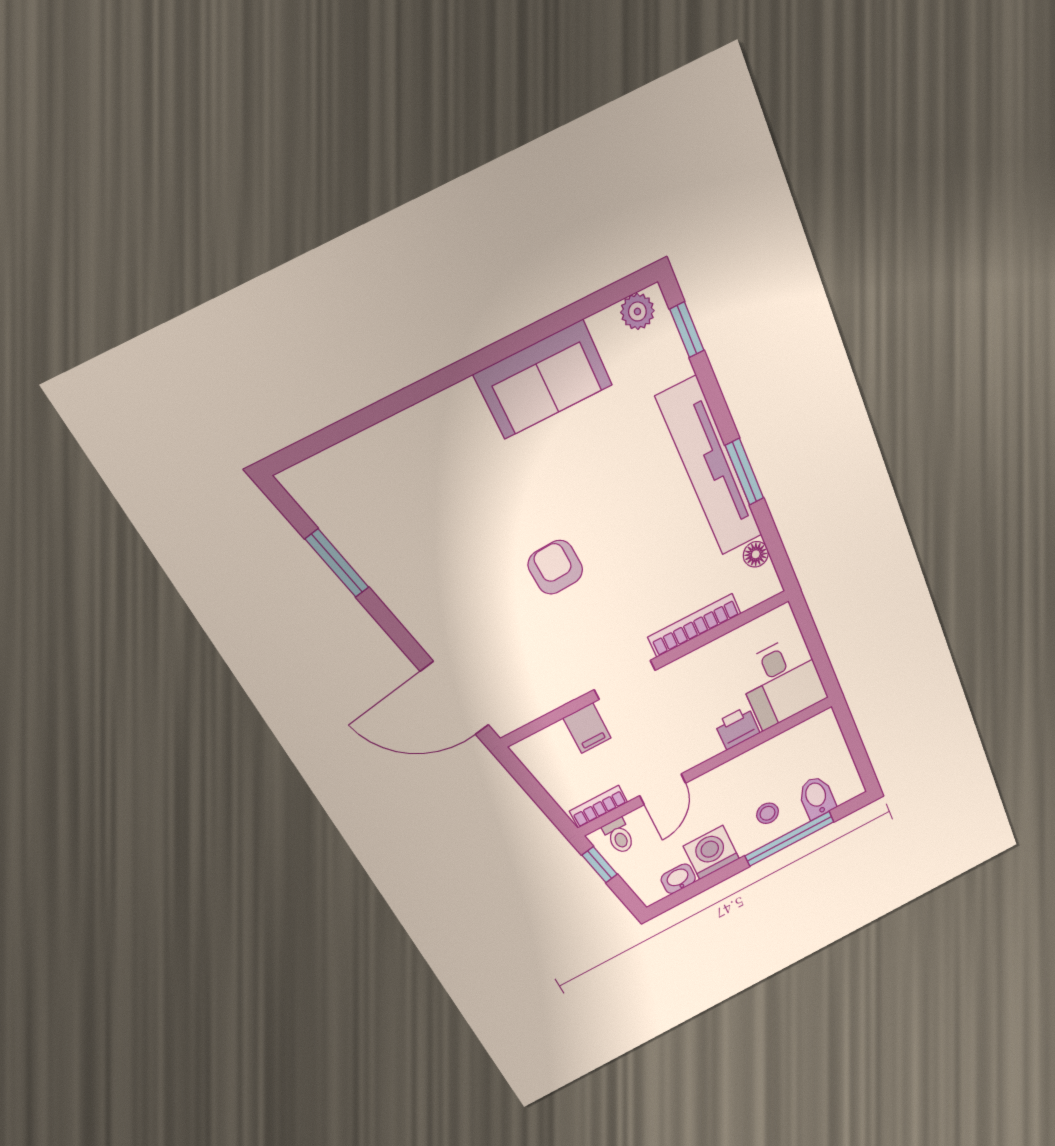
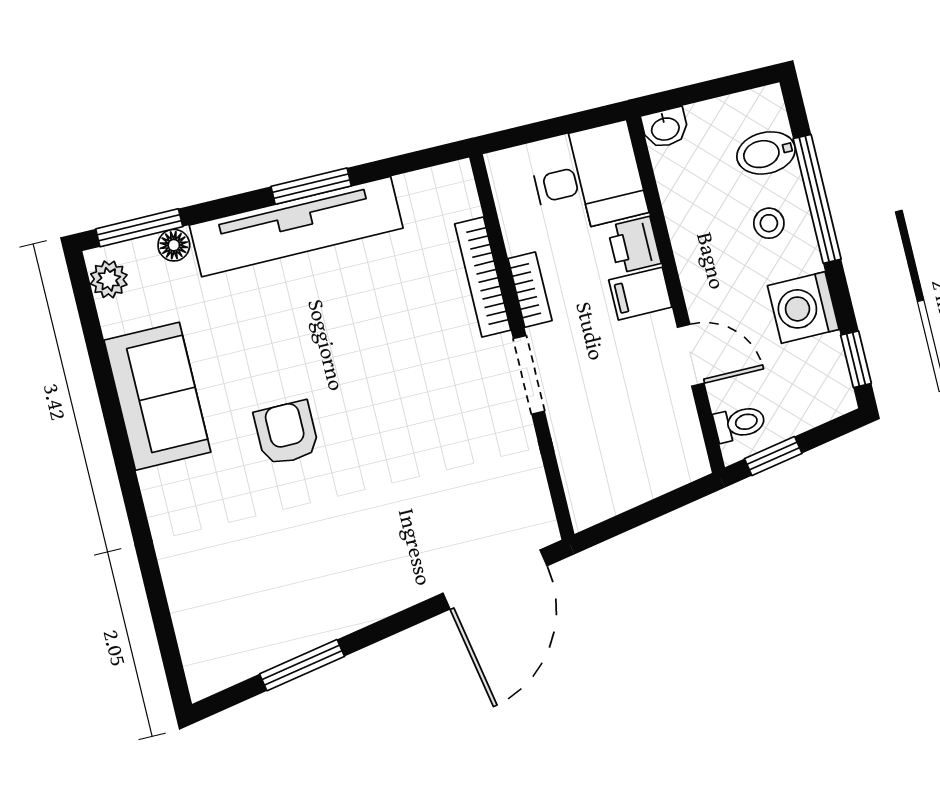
window: (687, 330) -> (139, 228), width x1.50
floor lamp: (756, 554) -> (174, 245), moved
armchair: (555, 567) -> (286, 433), moved, turned 93
filing cabinet: (587, 728) -> (640, 294), moved, turned 180
bookcase: (598, 807) -> (530, 290), moved, turned 180
washbasin: (678, 879) -> (665, 128), moved, turned -90
window: (681, 896) -> (856, 359), added

